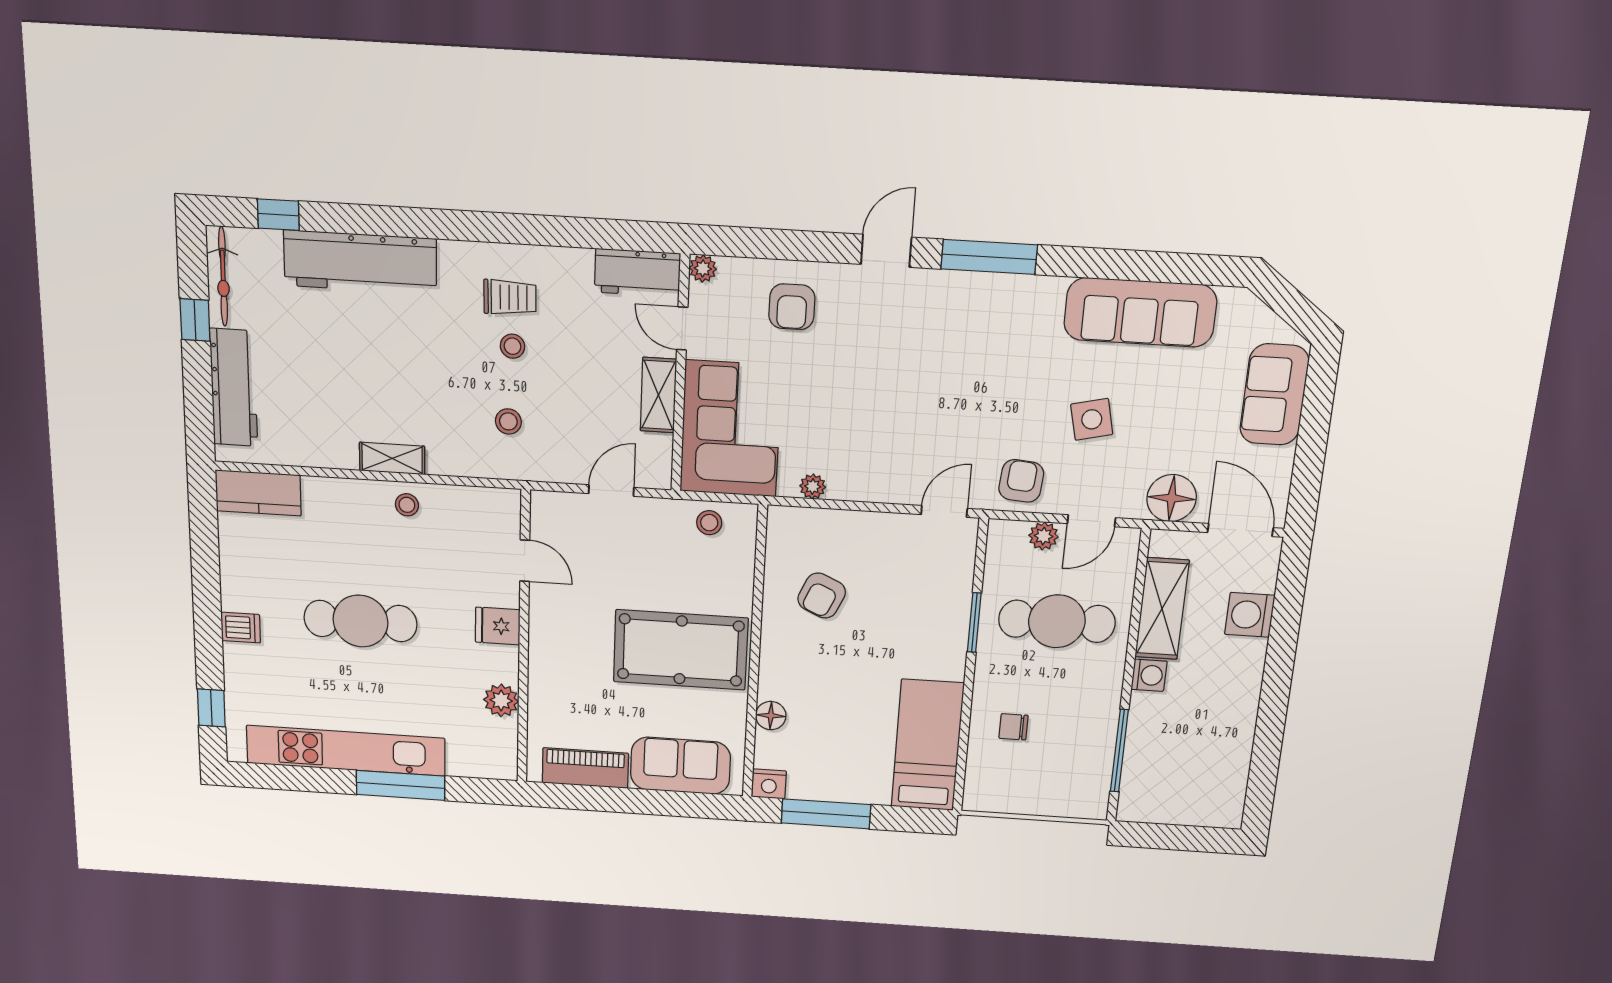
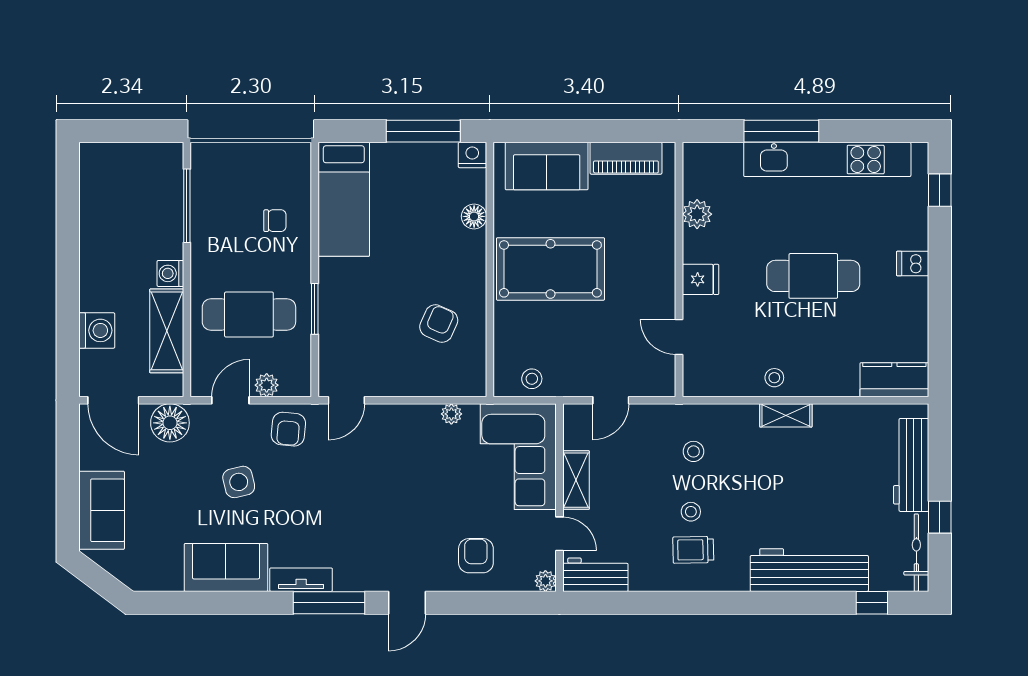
tv unit: (1023, 289) -> (301, 580), added
sofa: (1140, 312) -> (226, 567), width x0.73

